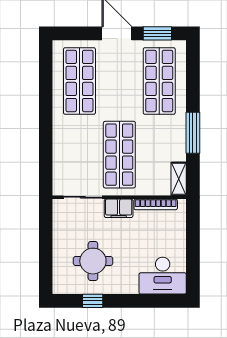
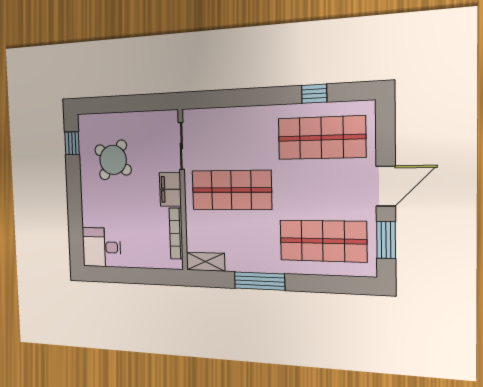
window: (46, 86) -> (314, 94), added
round table: (93, 261) -> (113, 160), turned 35
desk: (163, 276) -> (102, 247), width x0.73
window: (93, 301) -> (72, 143), moved

